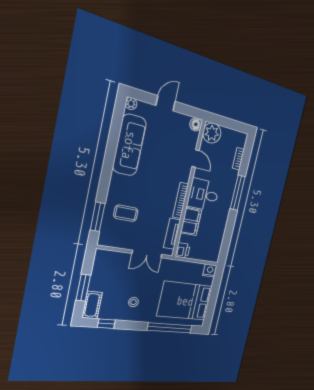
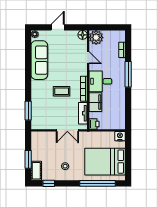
coffee table: (126, 213) -> (62, 91), moved

